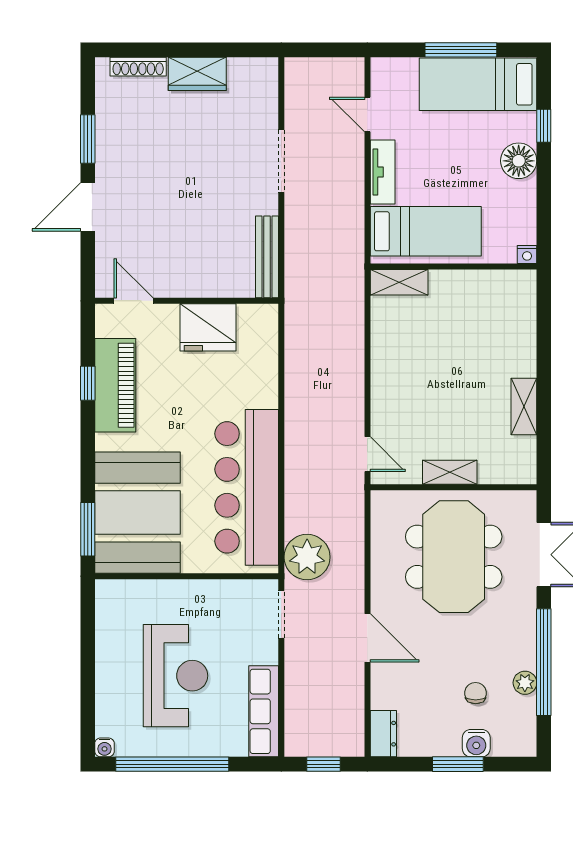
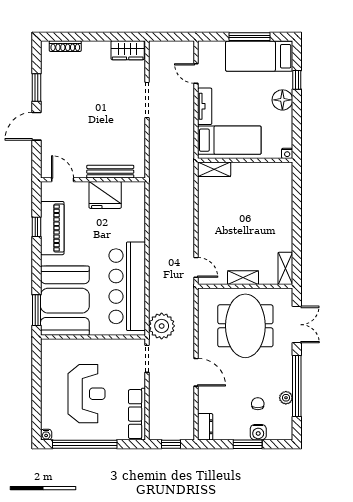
wardrobe: (197, 74) -> (128, 50), moved
bench: (267, 257) -> (110, 172), moved, turned 90
shelving: (524, 406) -> (285, 268), moved

